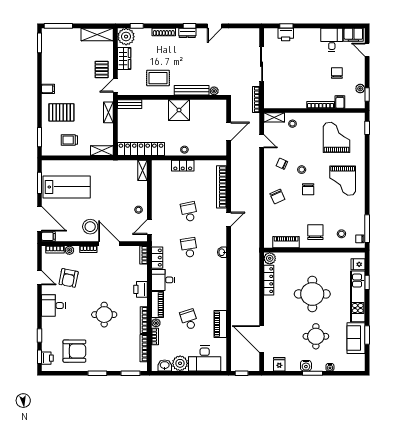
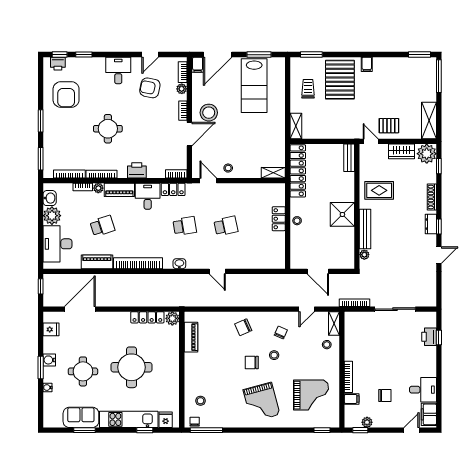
door: (215, 26) -> (439, 255), swing flipped
rug: (158, 78) -> (379, 190), turned 90
pallet: (61, 112) -> (340, 80), width x1.37, depth x1.41
shelving: (108, 112) -> (340, 134), removed
grand piano: (343, 181) -> (261, 402), turned -105
bookcase: (222, 187) -> (138, 263), moved
chair: (315, 232) -> (202, 371), removed

